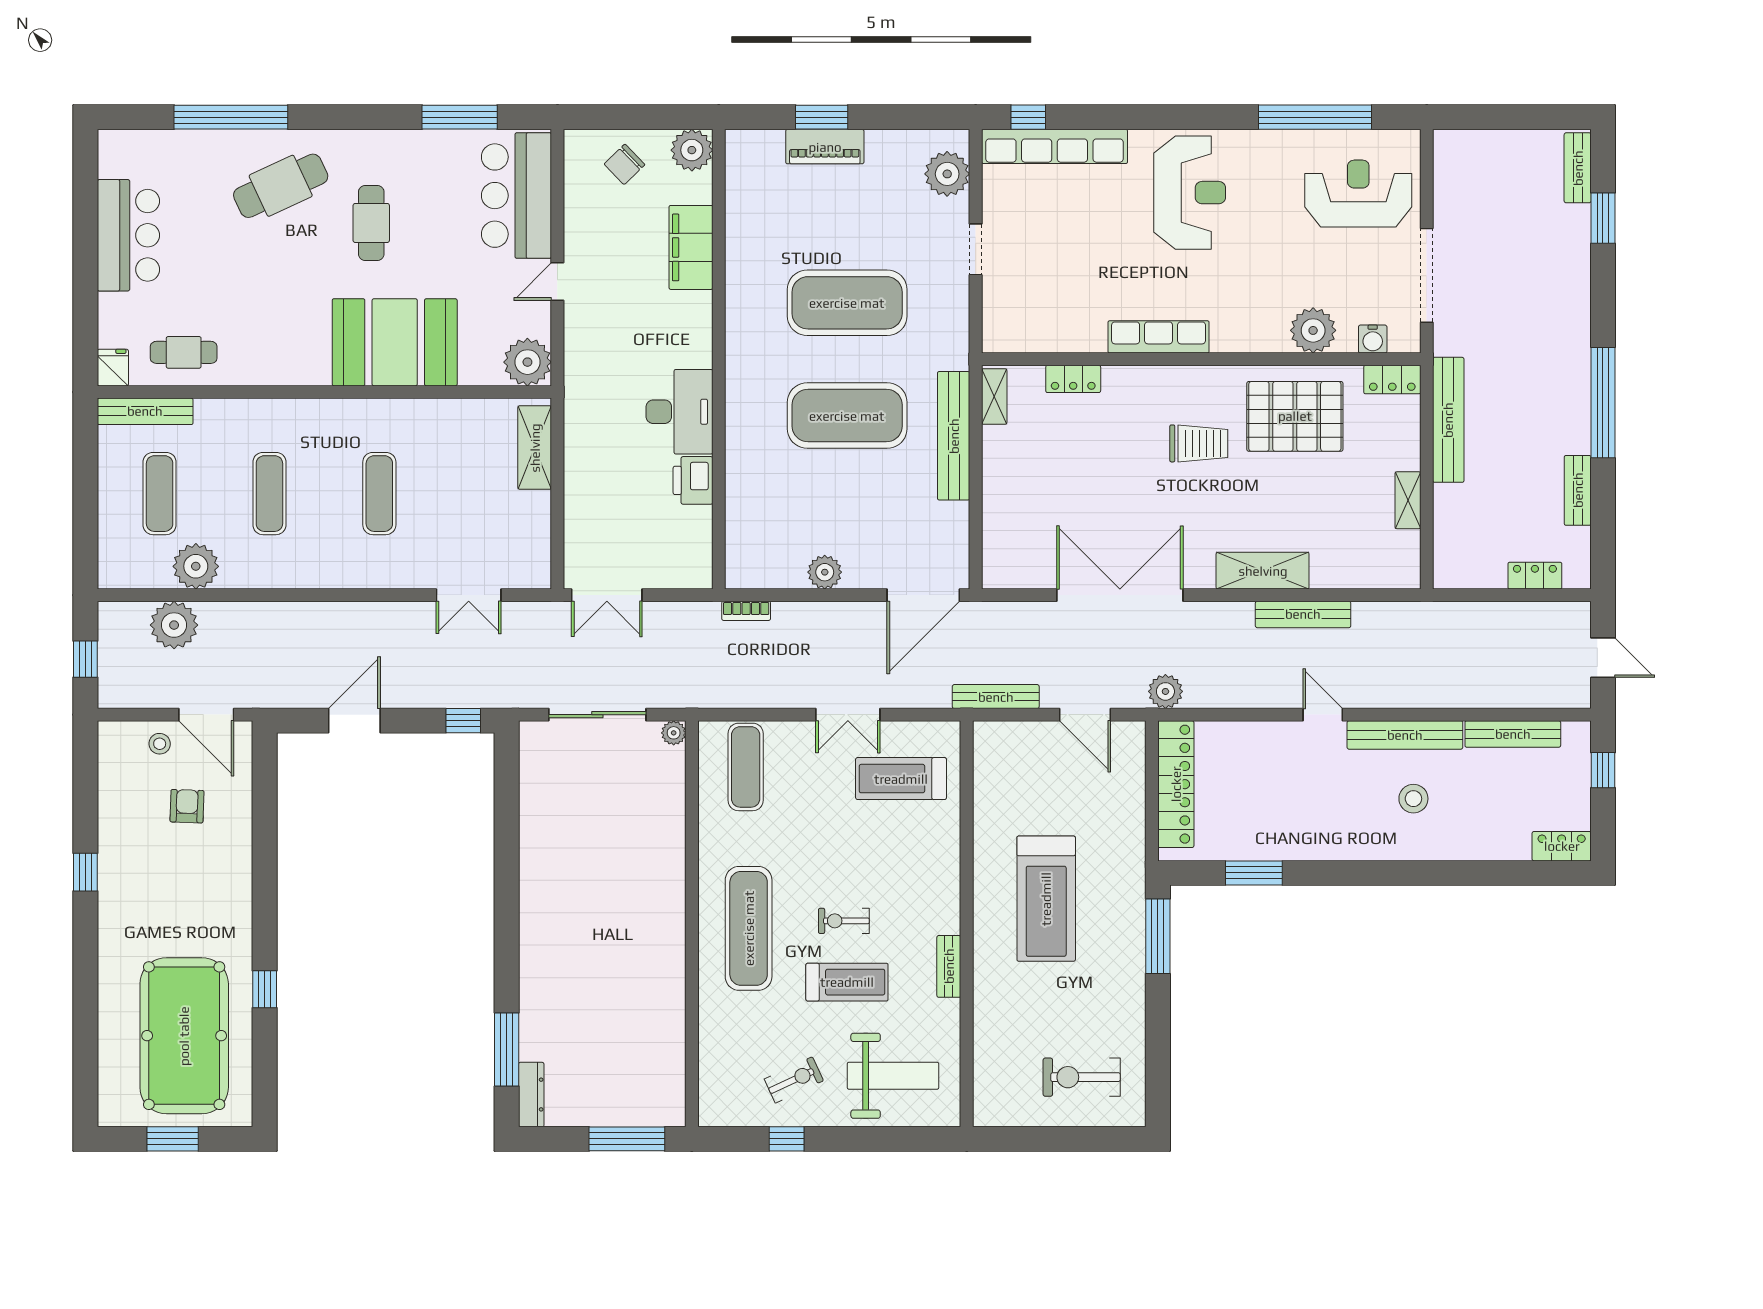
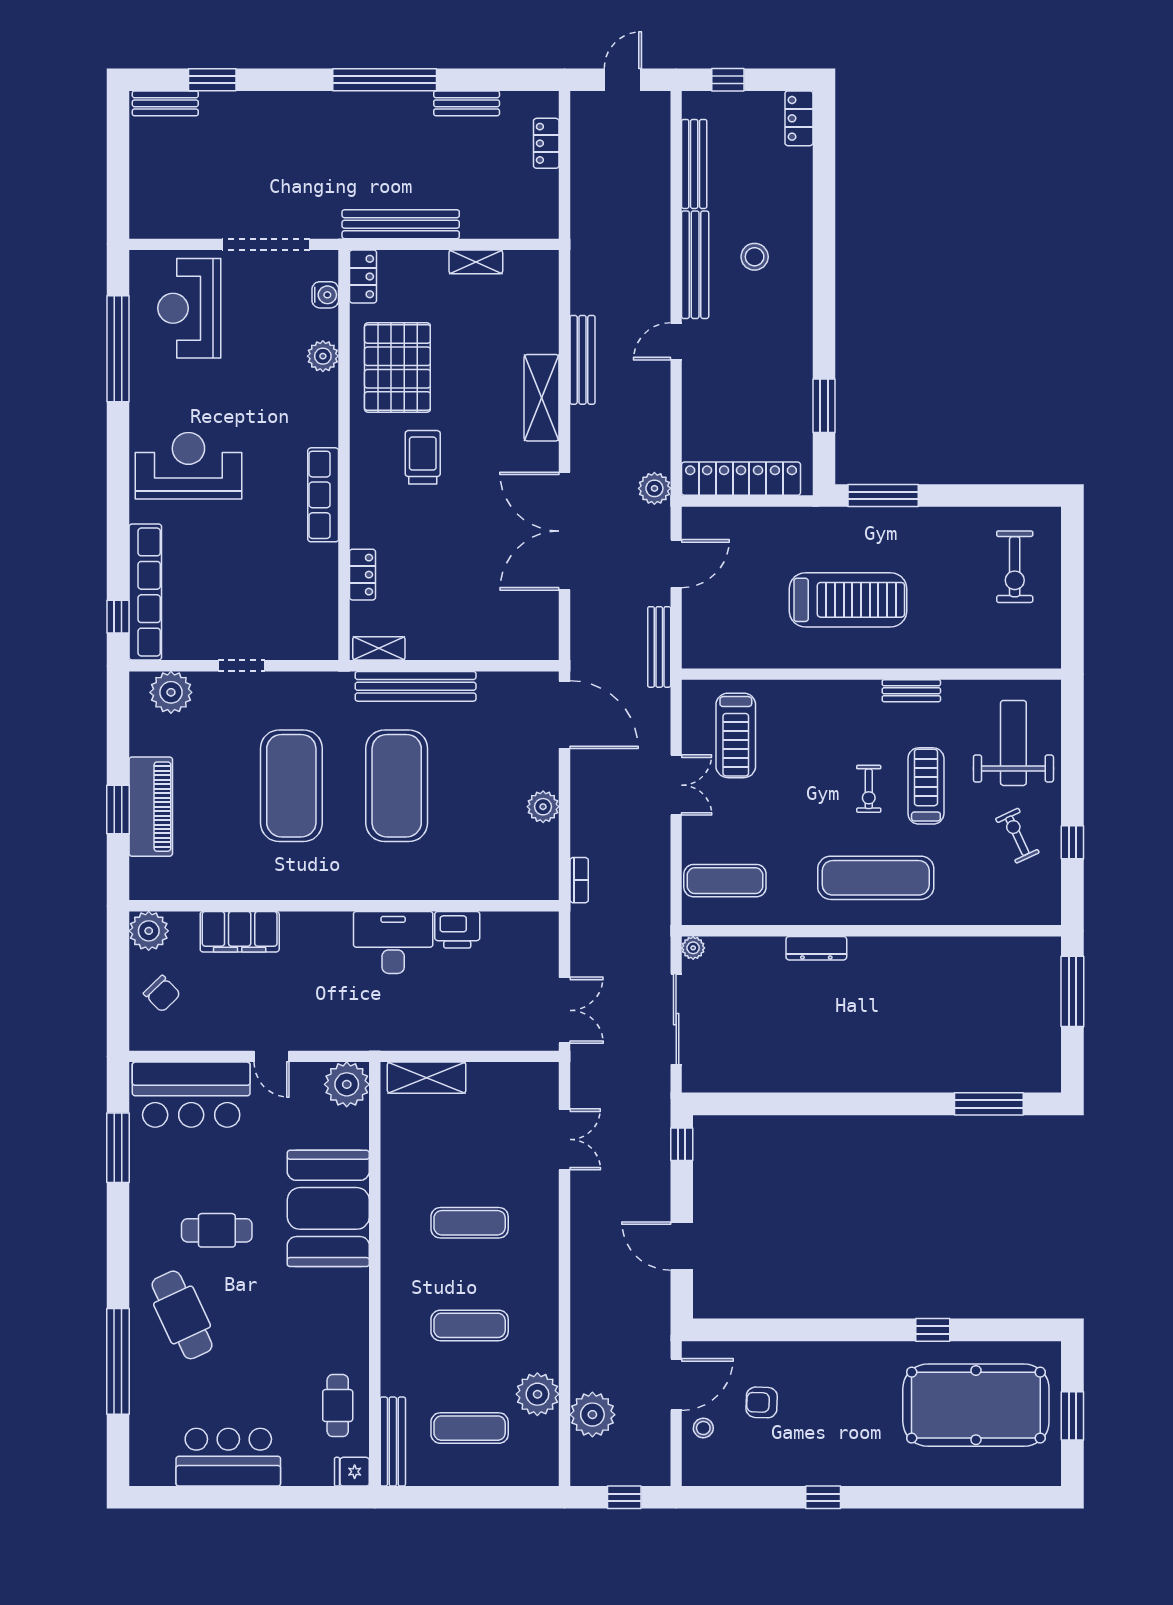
piano: (825, 147) -> (151, 807), width x1.37, depth x1.33
plant: (1313, 330) -> (323, 356), width x0.73, depth x0.73
dresser: (531, 1095) -> (816, 948), moved, turned 180

